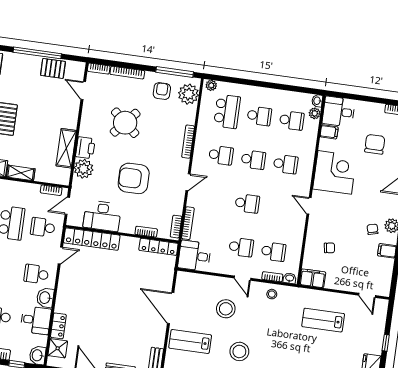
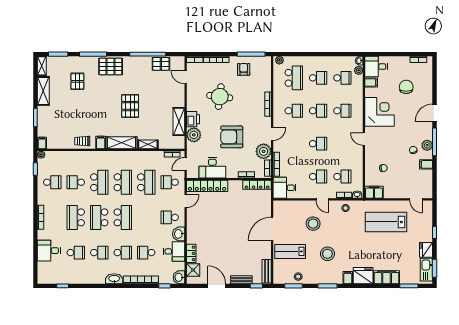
plant: (188, 94) -> (264, 151), moved
round table: (125, 123) -> (220, 97), turned -34
door: (171, 308) -> (272, 229), hinge flipped
lab bench: (323, 320) -> (386, 222), width x1.36, depth x1.39

